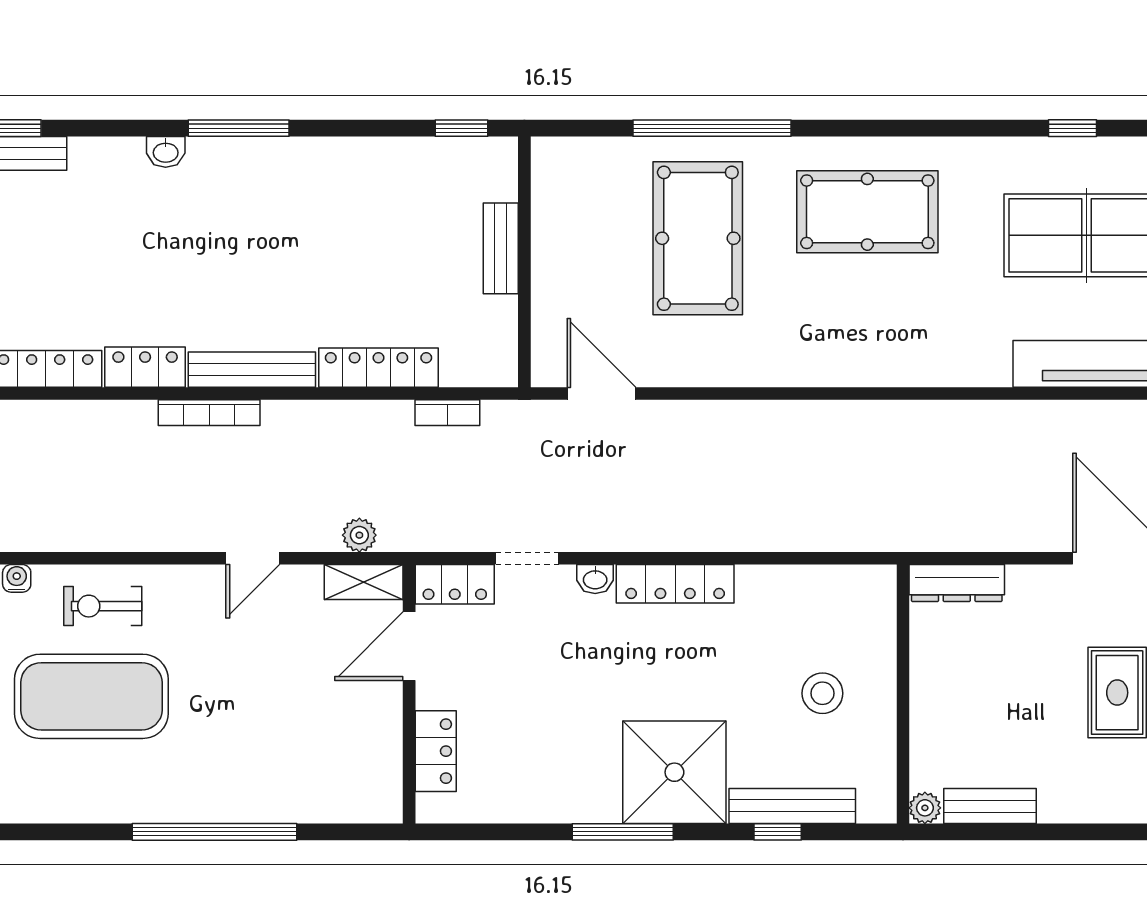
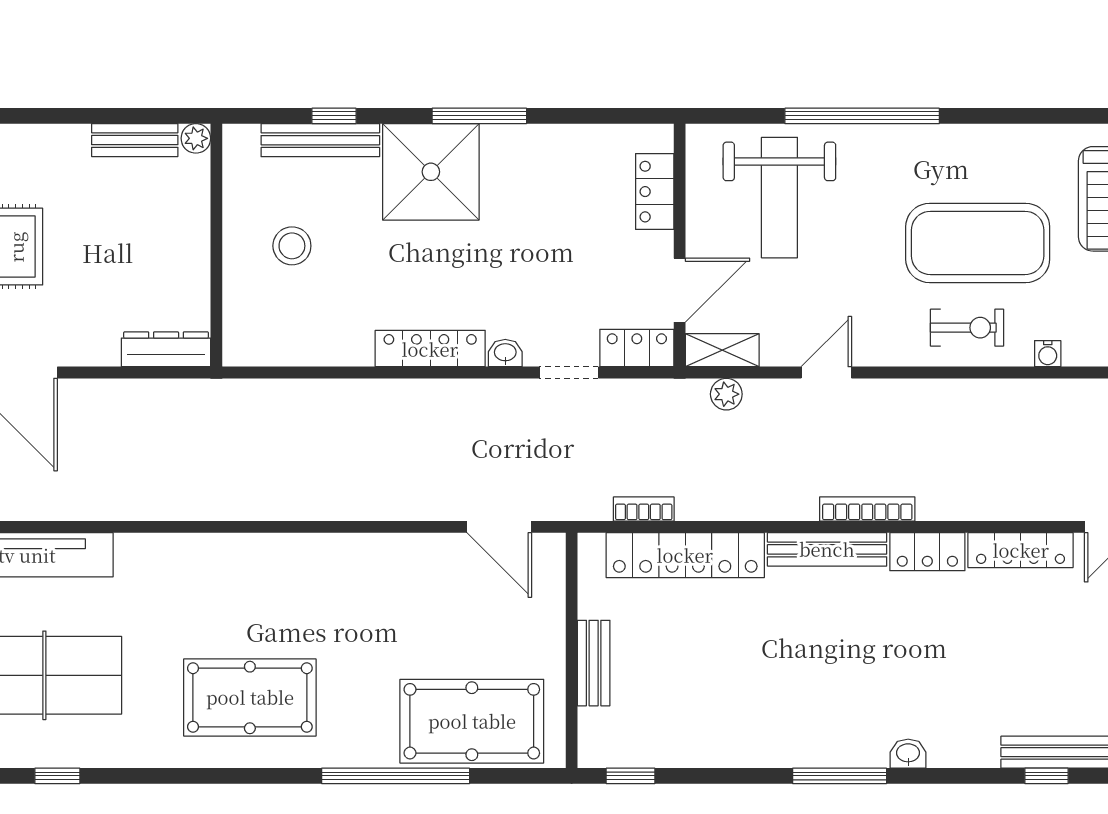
pool table: (698, 238) -> (472, 721), moved, turned 90
locker: (378, 368) -> (685, 555), width x1.41, depth x1.21
weight bench: (303, 745) -> (779, 198), added

